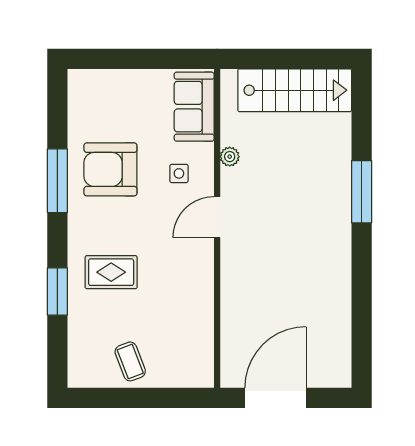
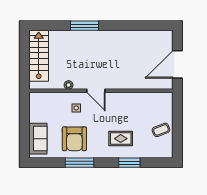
sofa: (194, 107) -> (38, 139), moved, turned -90
rug: (111, 272) -> (121, 139), turned 90
door: (276, 398) -> (177, 64), hinge flipped

